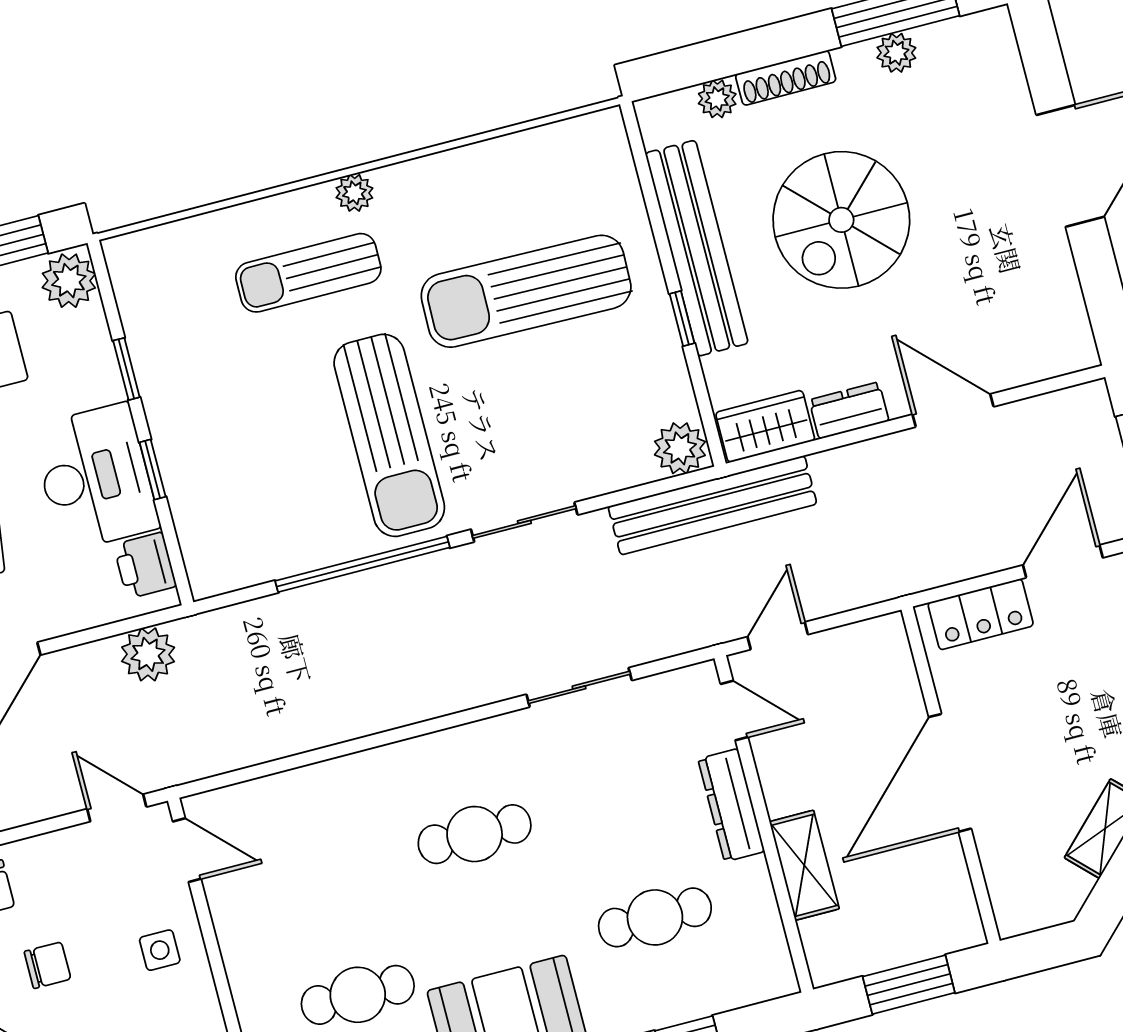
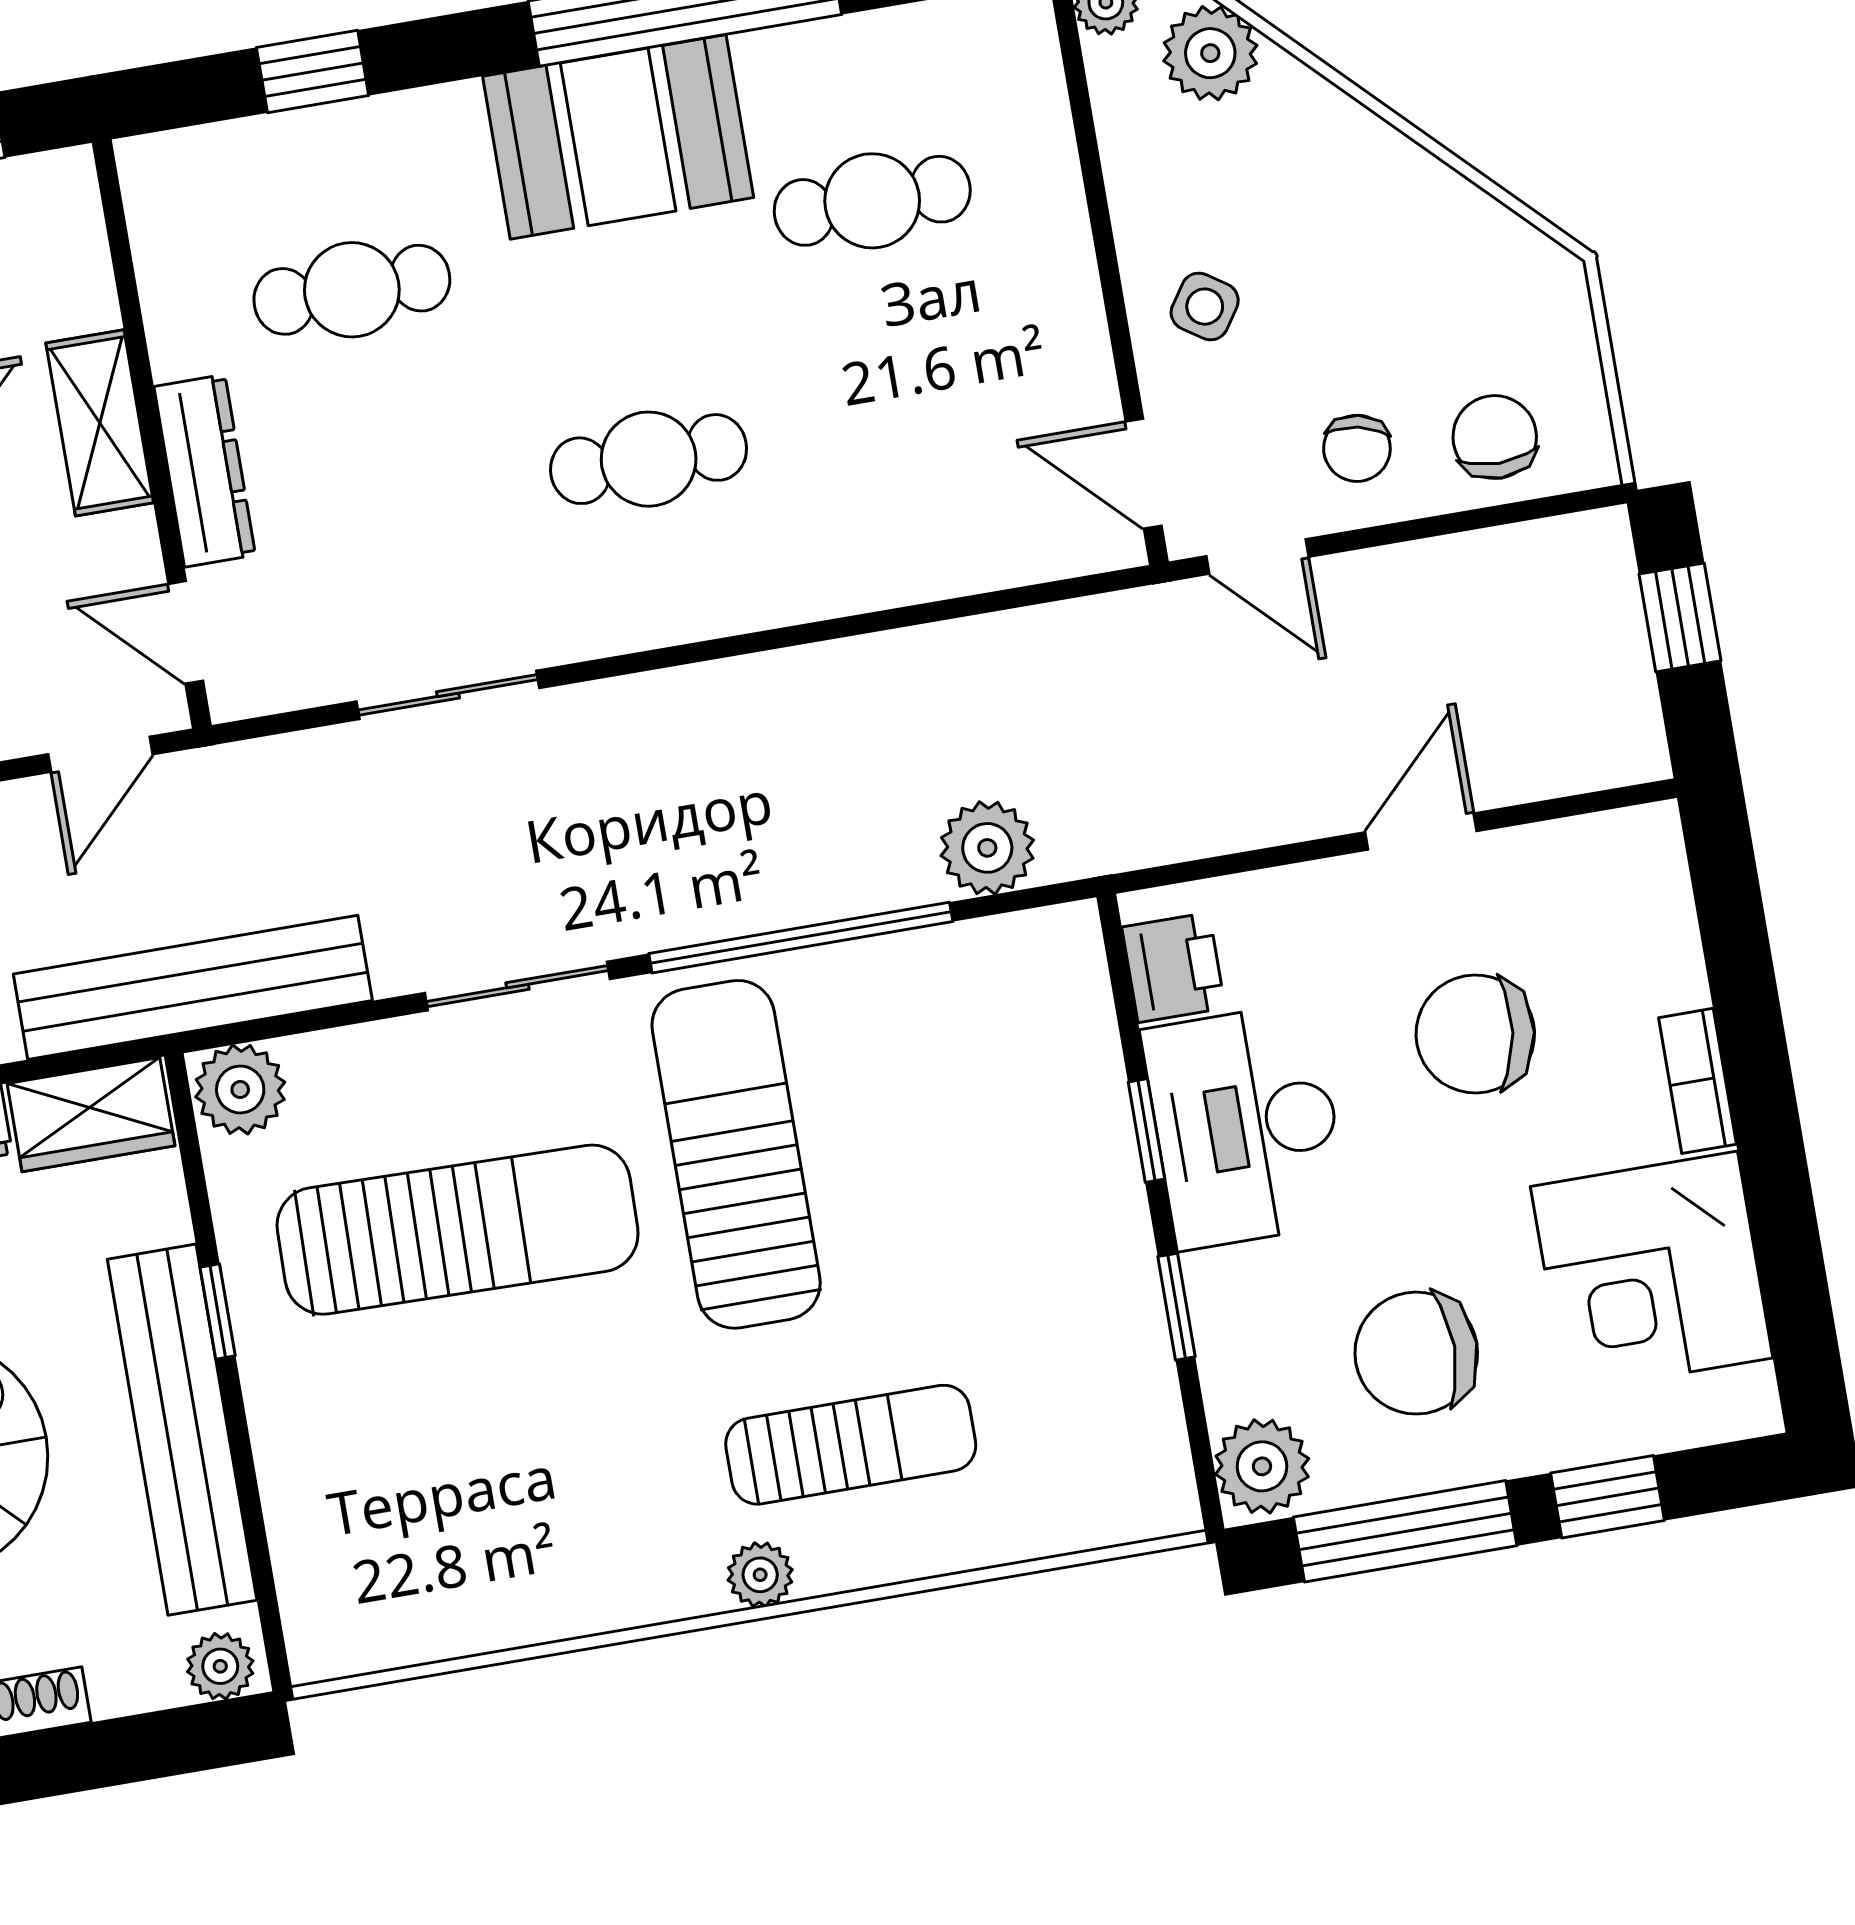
plant: (717, 99) -> (220, 1666), moved
sun lounger: (526, 291) -> (458, 1230), moved
plant: (148, 654) -> (987, 848), moved
shelving: (804, 865) -> (100, 423), moved
side table: (160, 950) -> (1205, 307), turned 34
chair: (48, 965) -> (1357, 448), moved, turned -78

